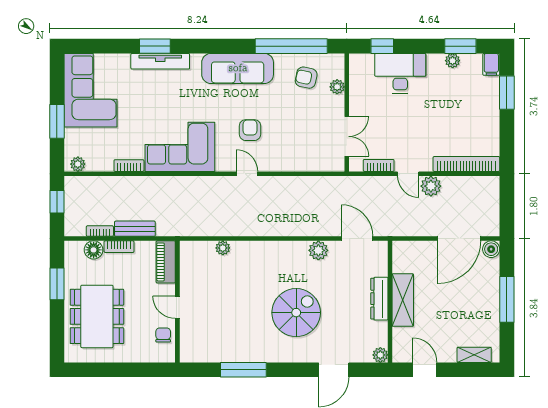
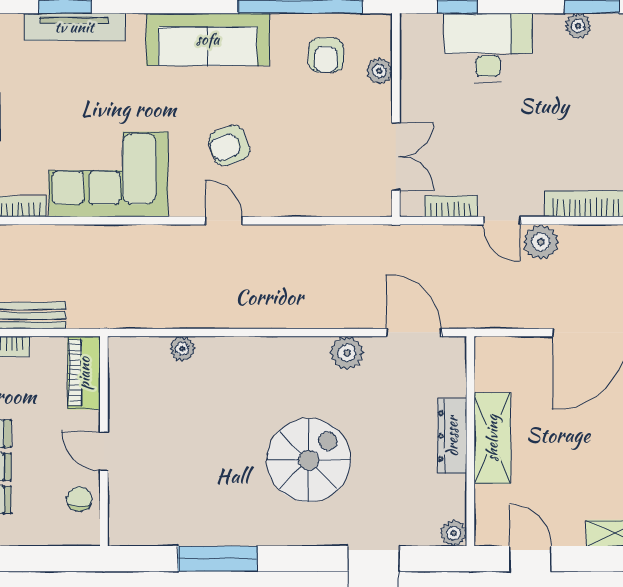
armchair: (306, 78) -> (326, 55), turned -102
armchair: (250, 130) -> (229, 146), turned -110

